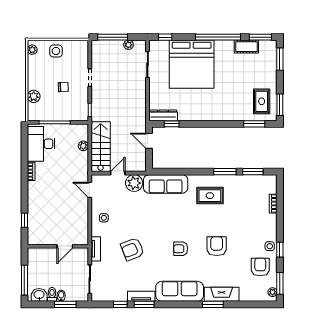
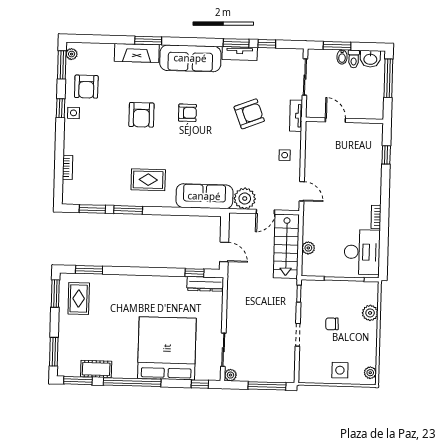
plant: (129, 45) -> (230, 375), moved
door: (65, 246) -> (335, 120), hinge flipped

